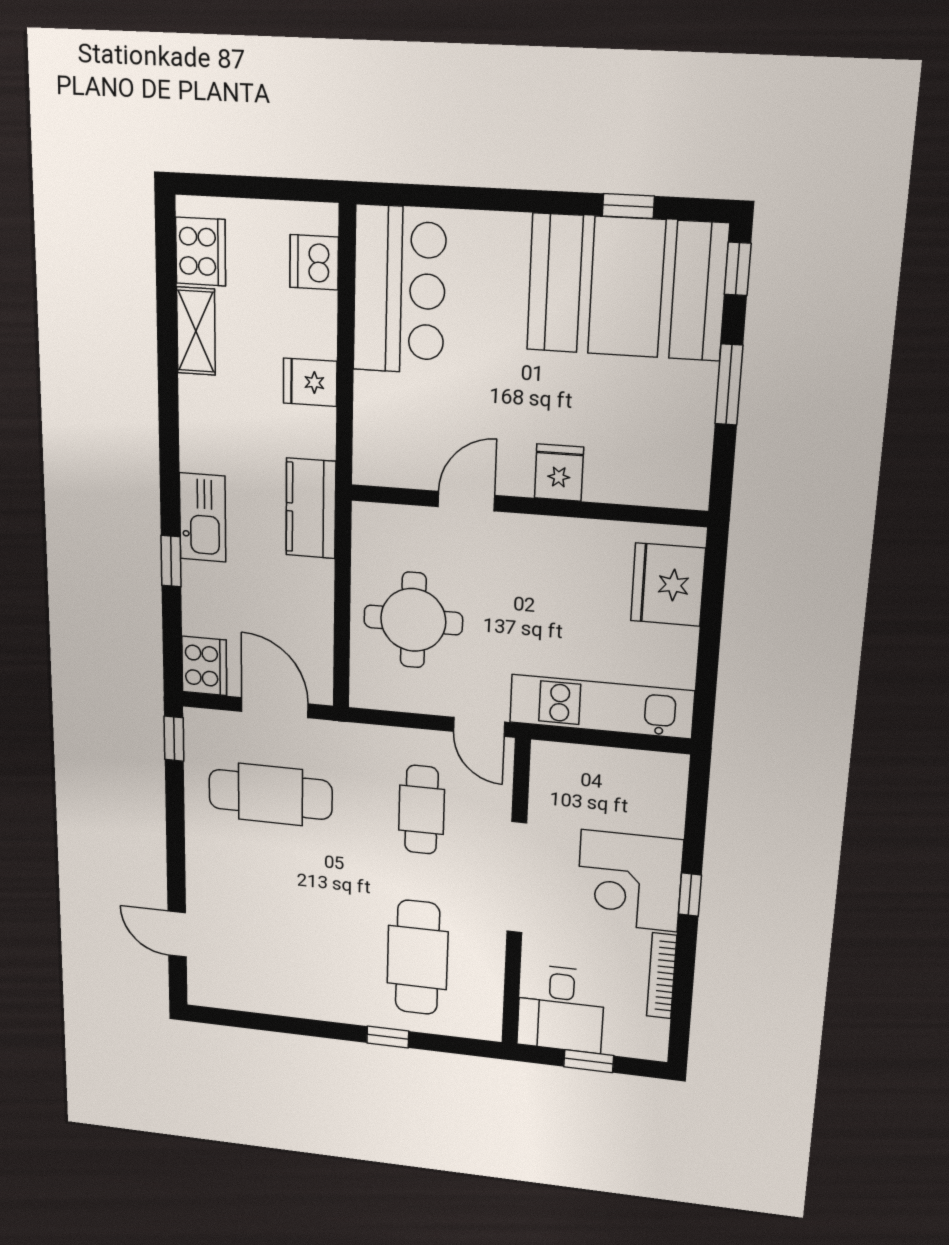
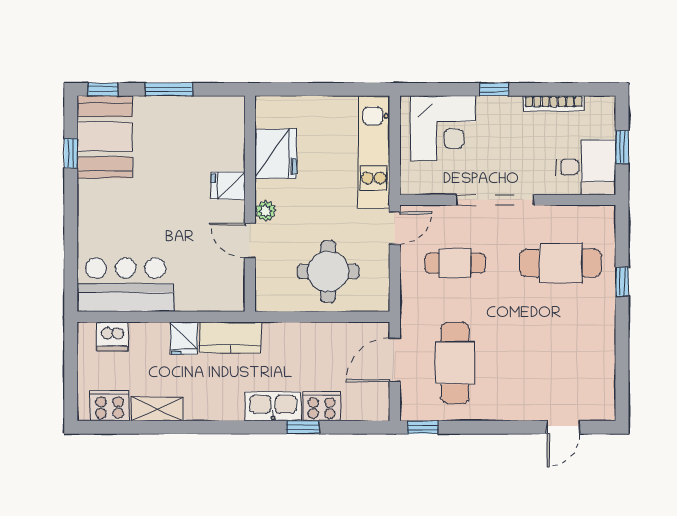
booth: (626, 287) -> (105, 137), width x0.73, depth x0.70
kitchen counter: (311, 508) -> (230, 337), moved
plant: (514, 530) -> (266, 211), added
fridge: (668, 585) -> (276, 154), moved, turned -90
cooker: (204, 666) -> (322, 406), moved
corner desk: (629, 881) -> (443, 128), moved

